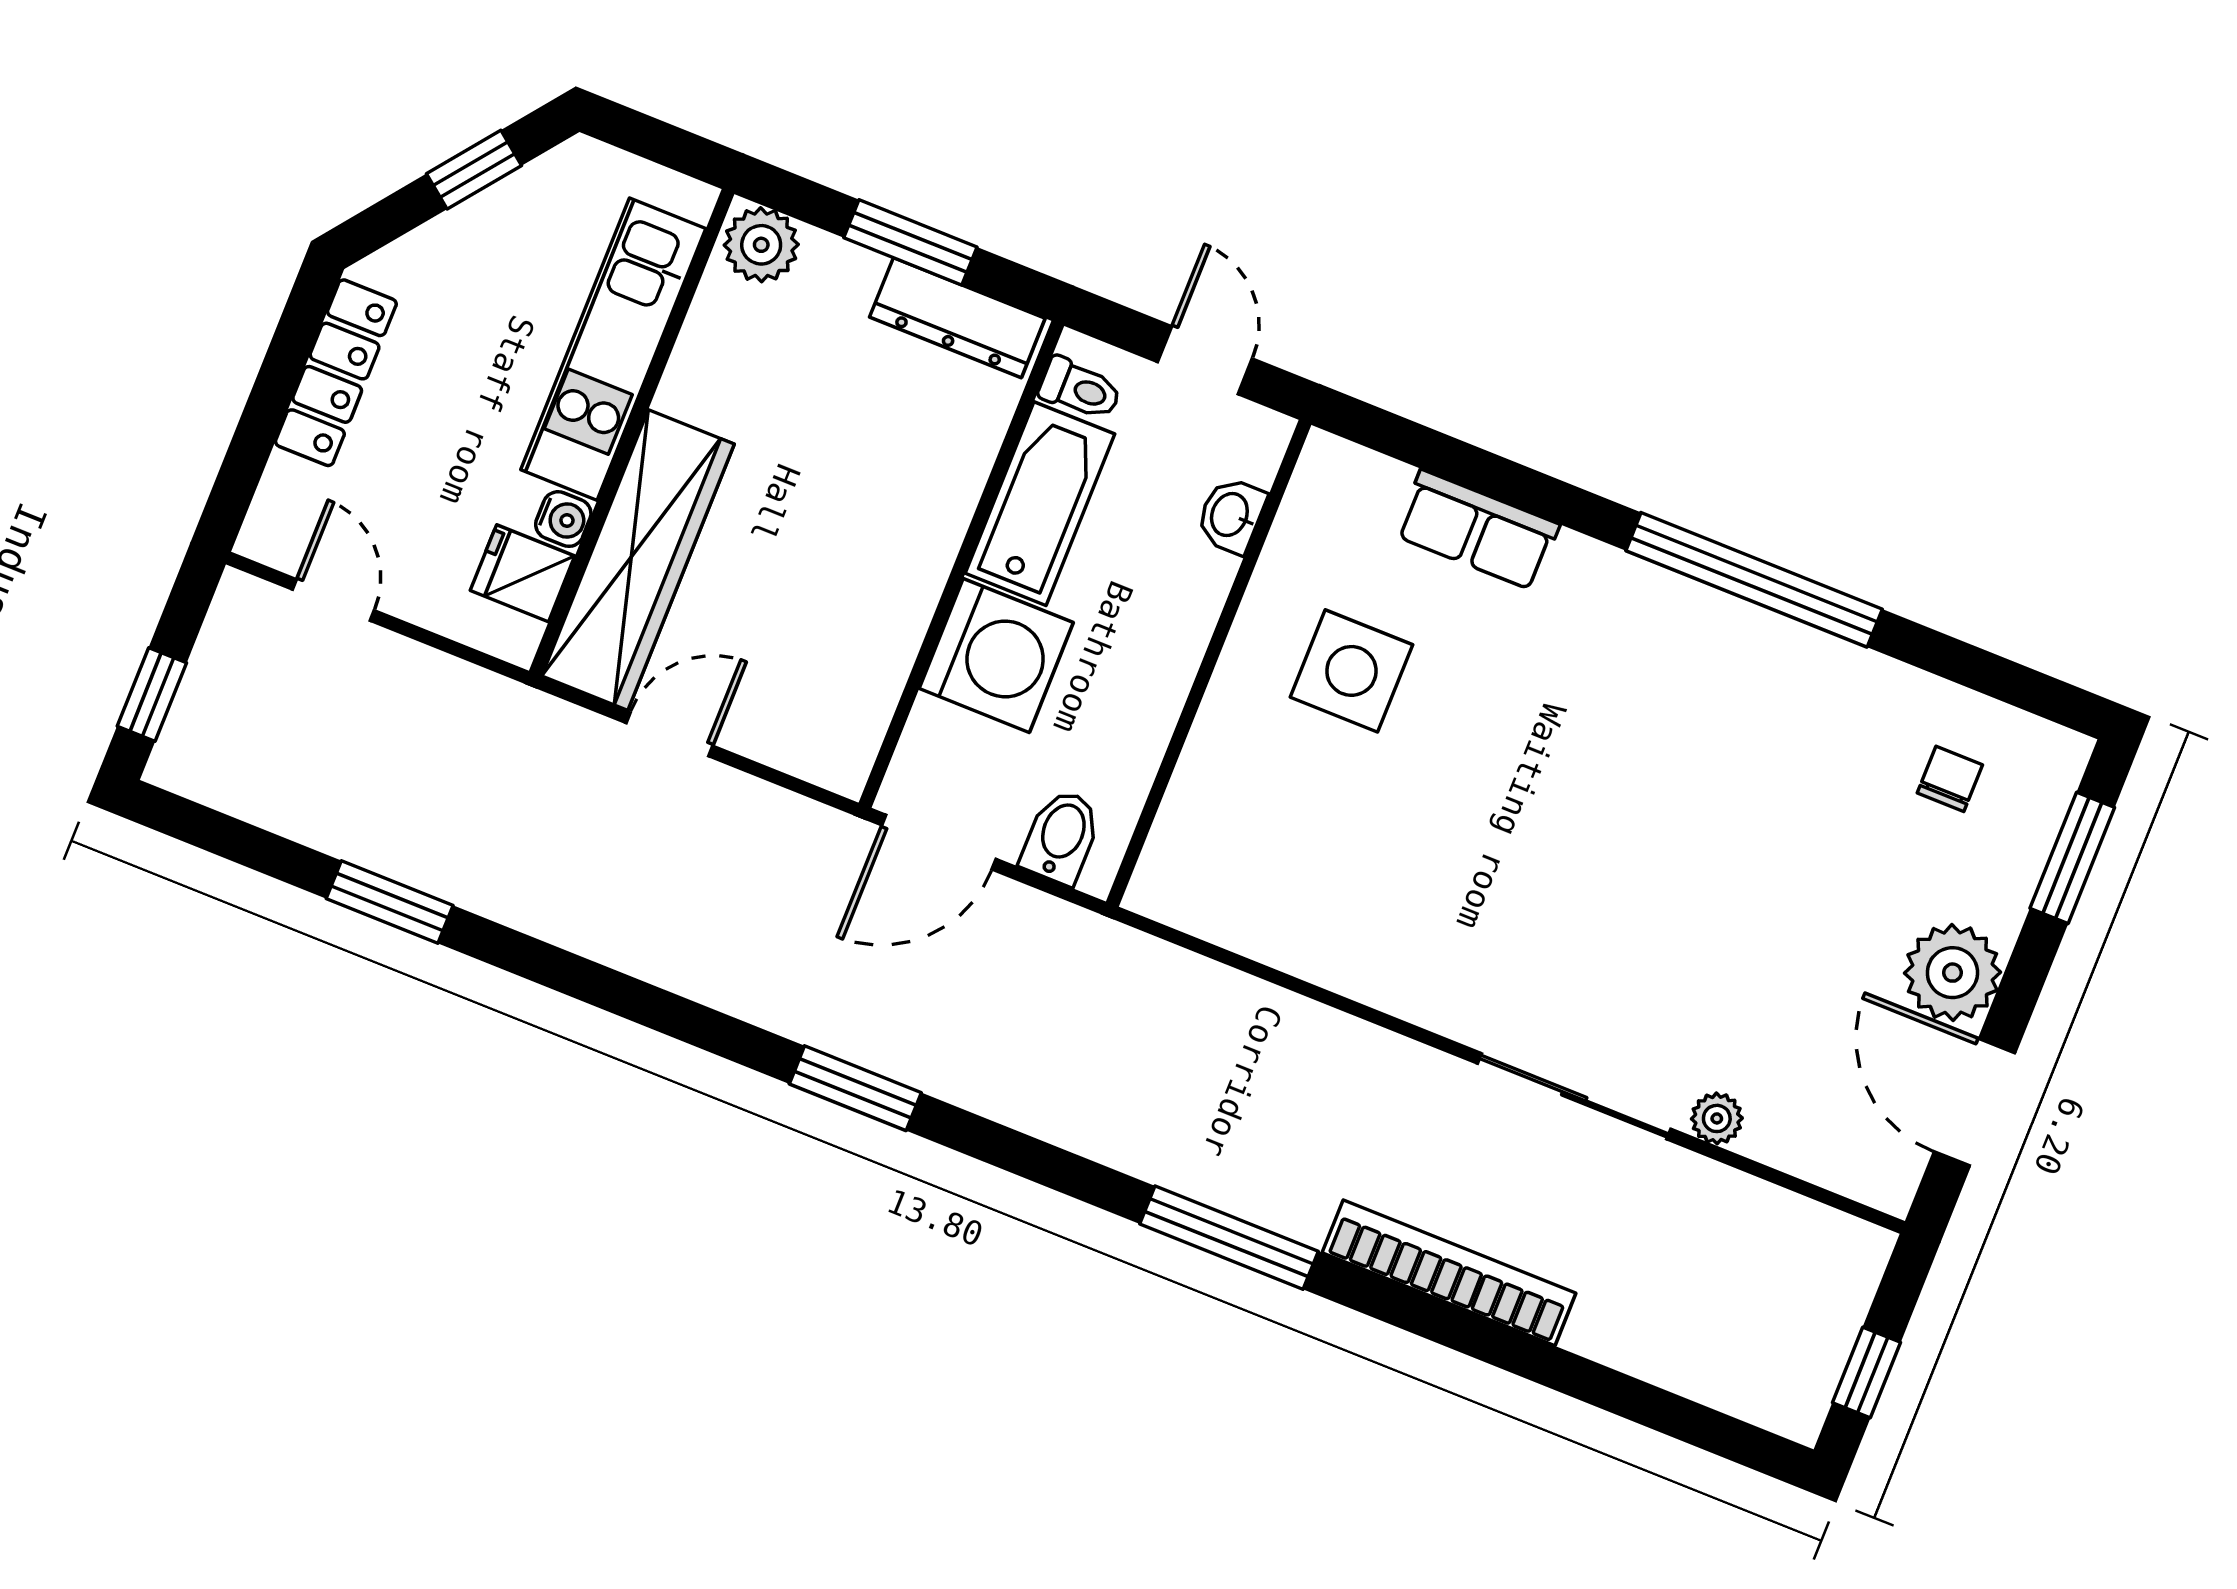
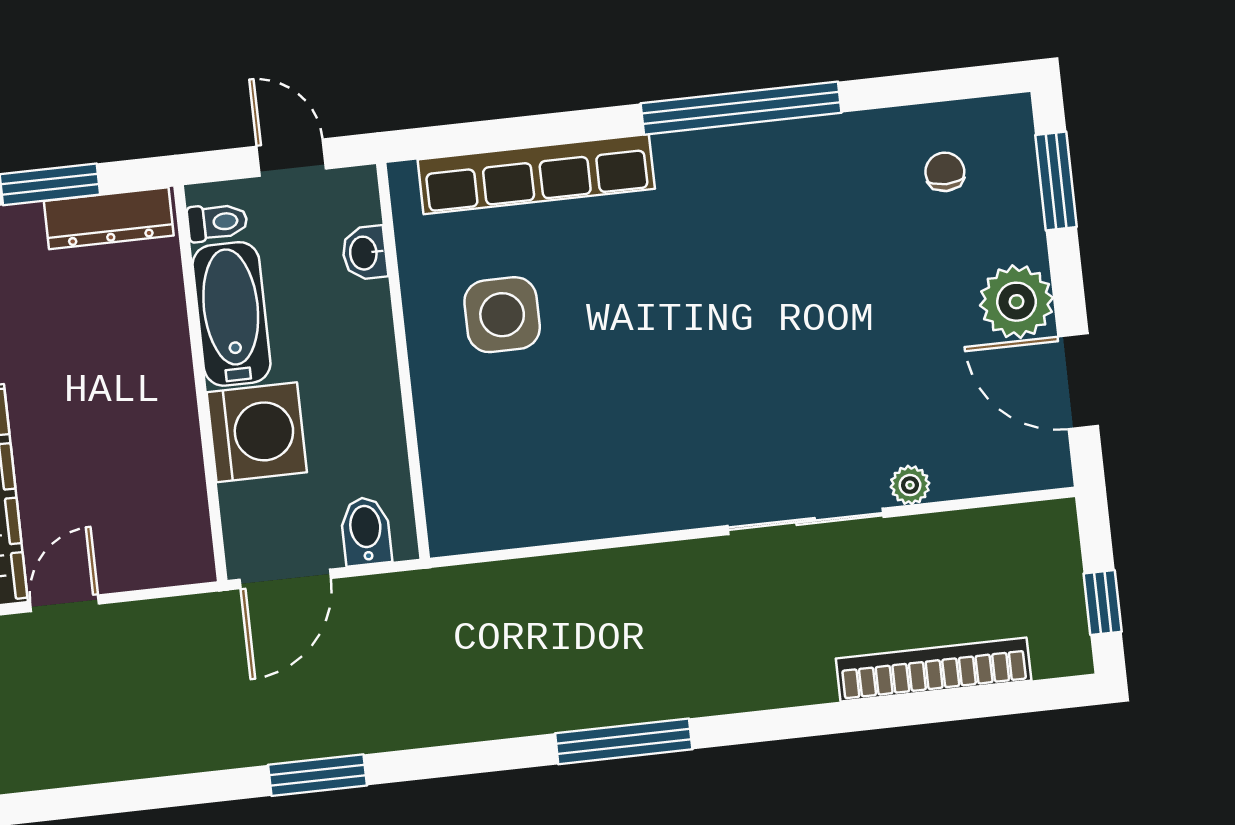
row of seats: (1477, 530) -> (536, 174), width x2.02
bookcase: (1449, 1273) -> (934, 669), moved

